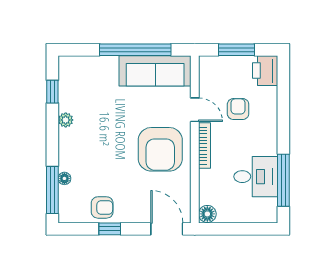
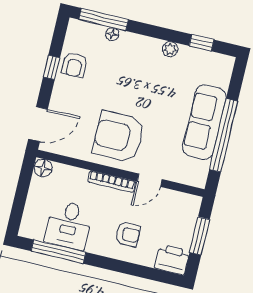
sofa: (155, 71) -> (205, 122), moved
armchair: (238, 109) -> (128, 234), moved

